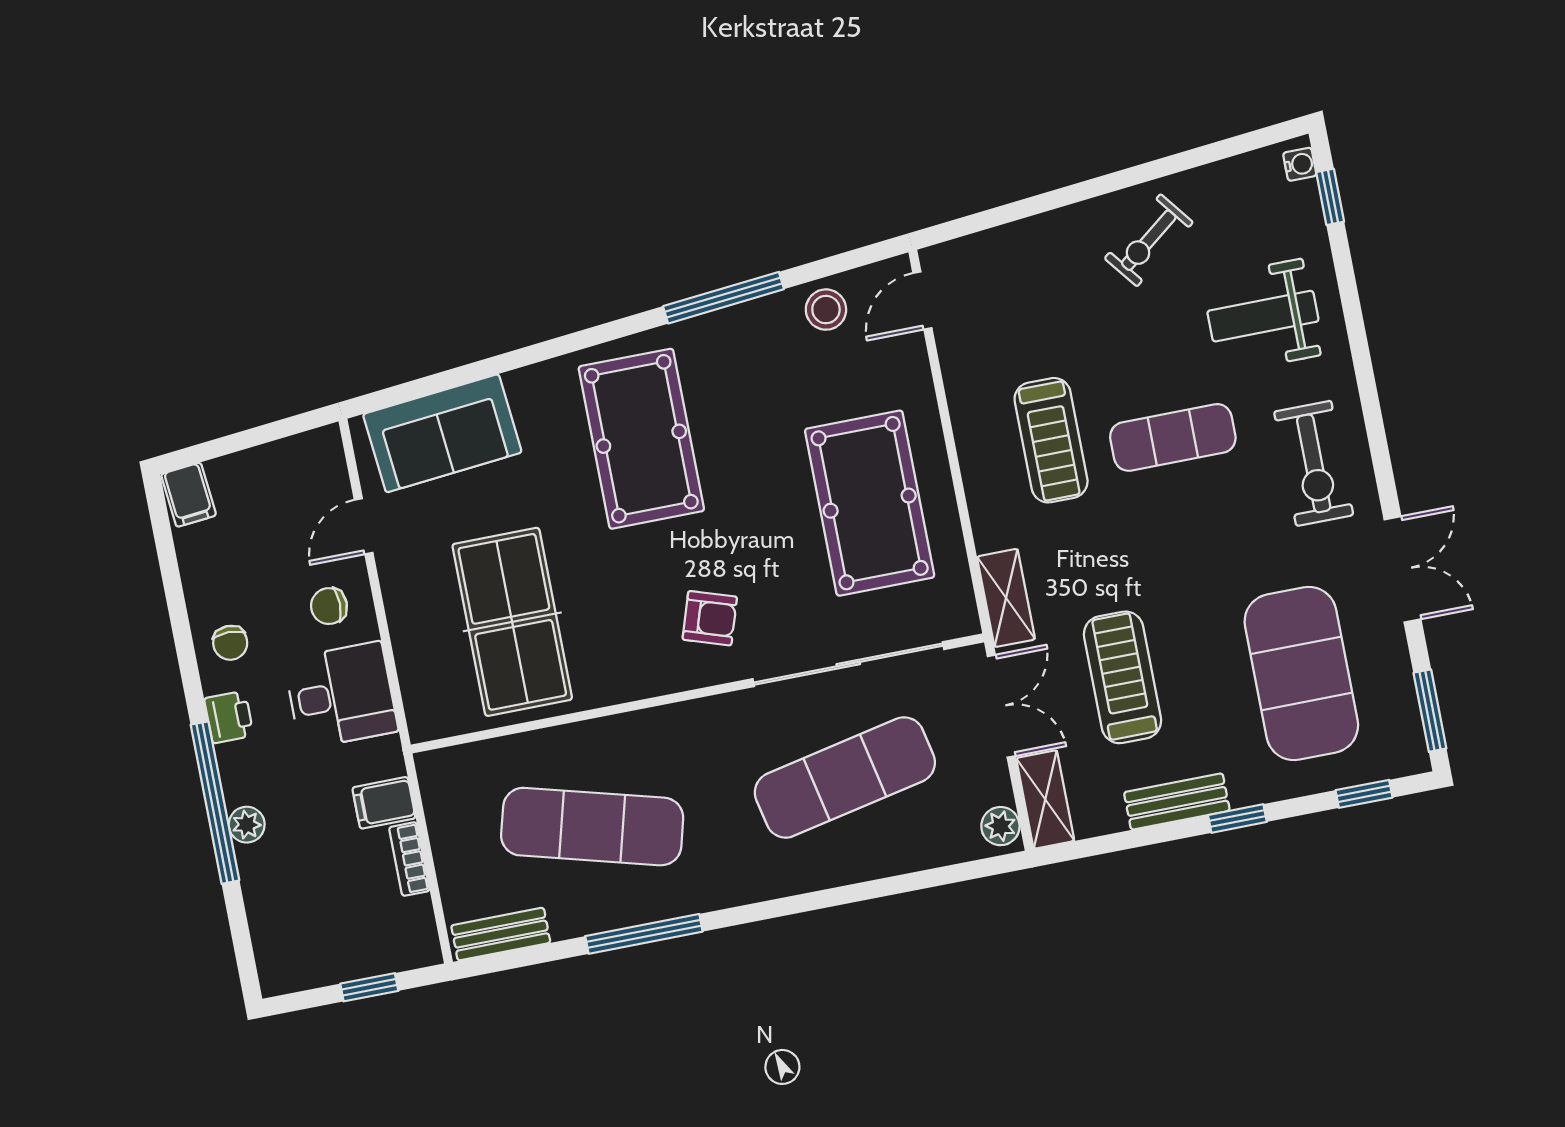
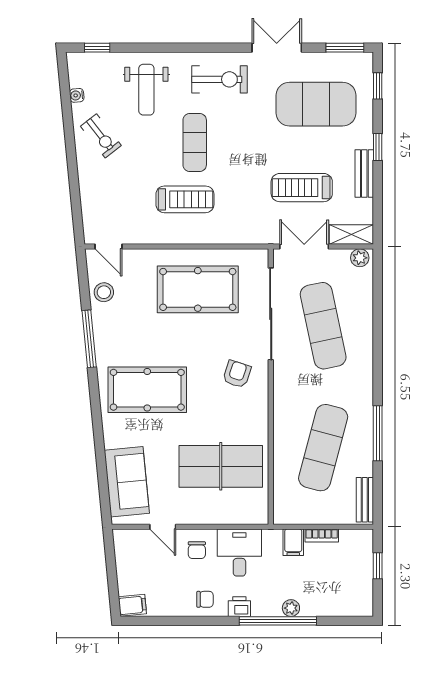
water cooler: (1300, 164) -> (77, 95), moved, turned -96
shelving: (1006, 598) -> (254, 235), removed

